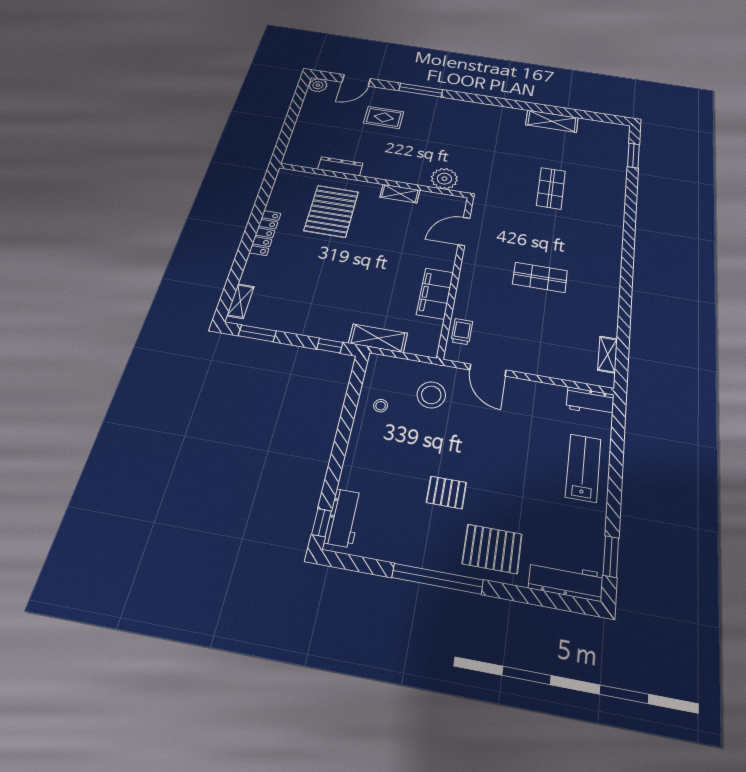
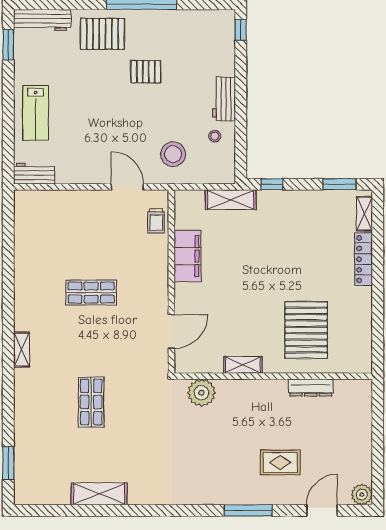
locker: (265, 233) -> (363, 259), moved
shelving: (608, 355) -> (22, 350), moved
workbench: (344, 518) -> (224, 99), moved

